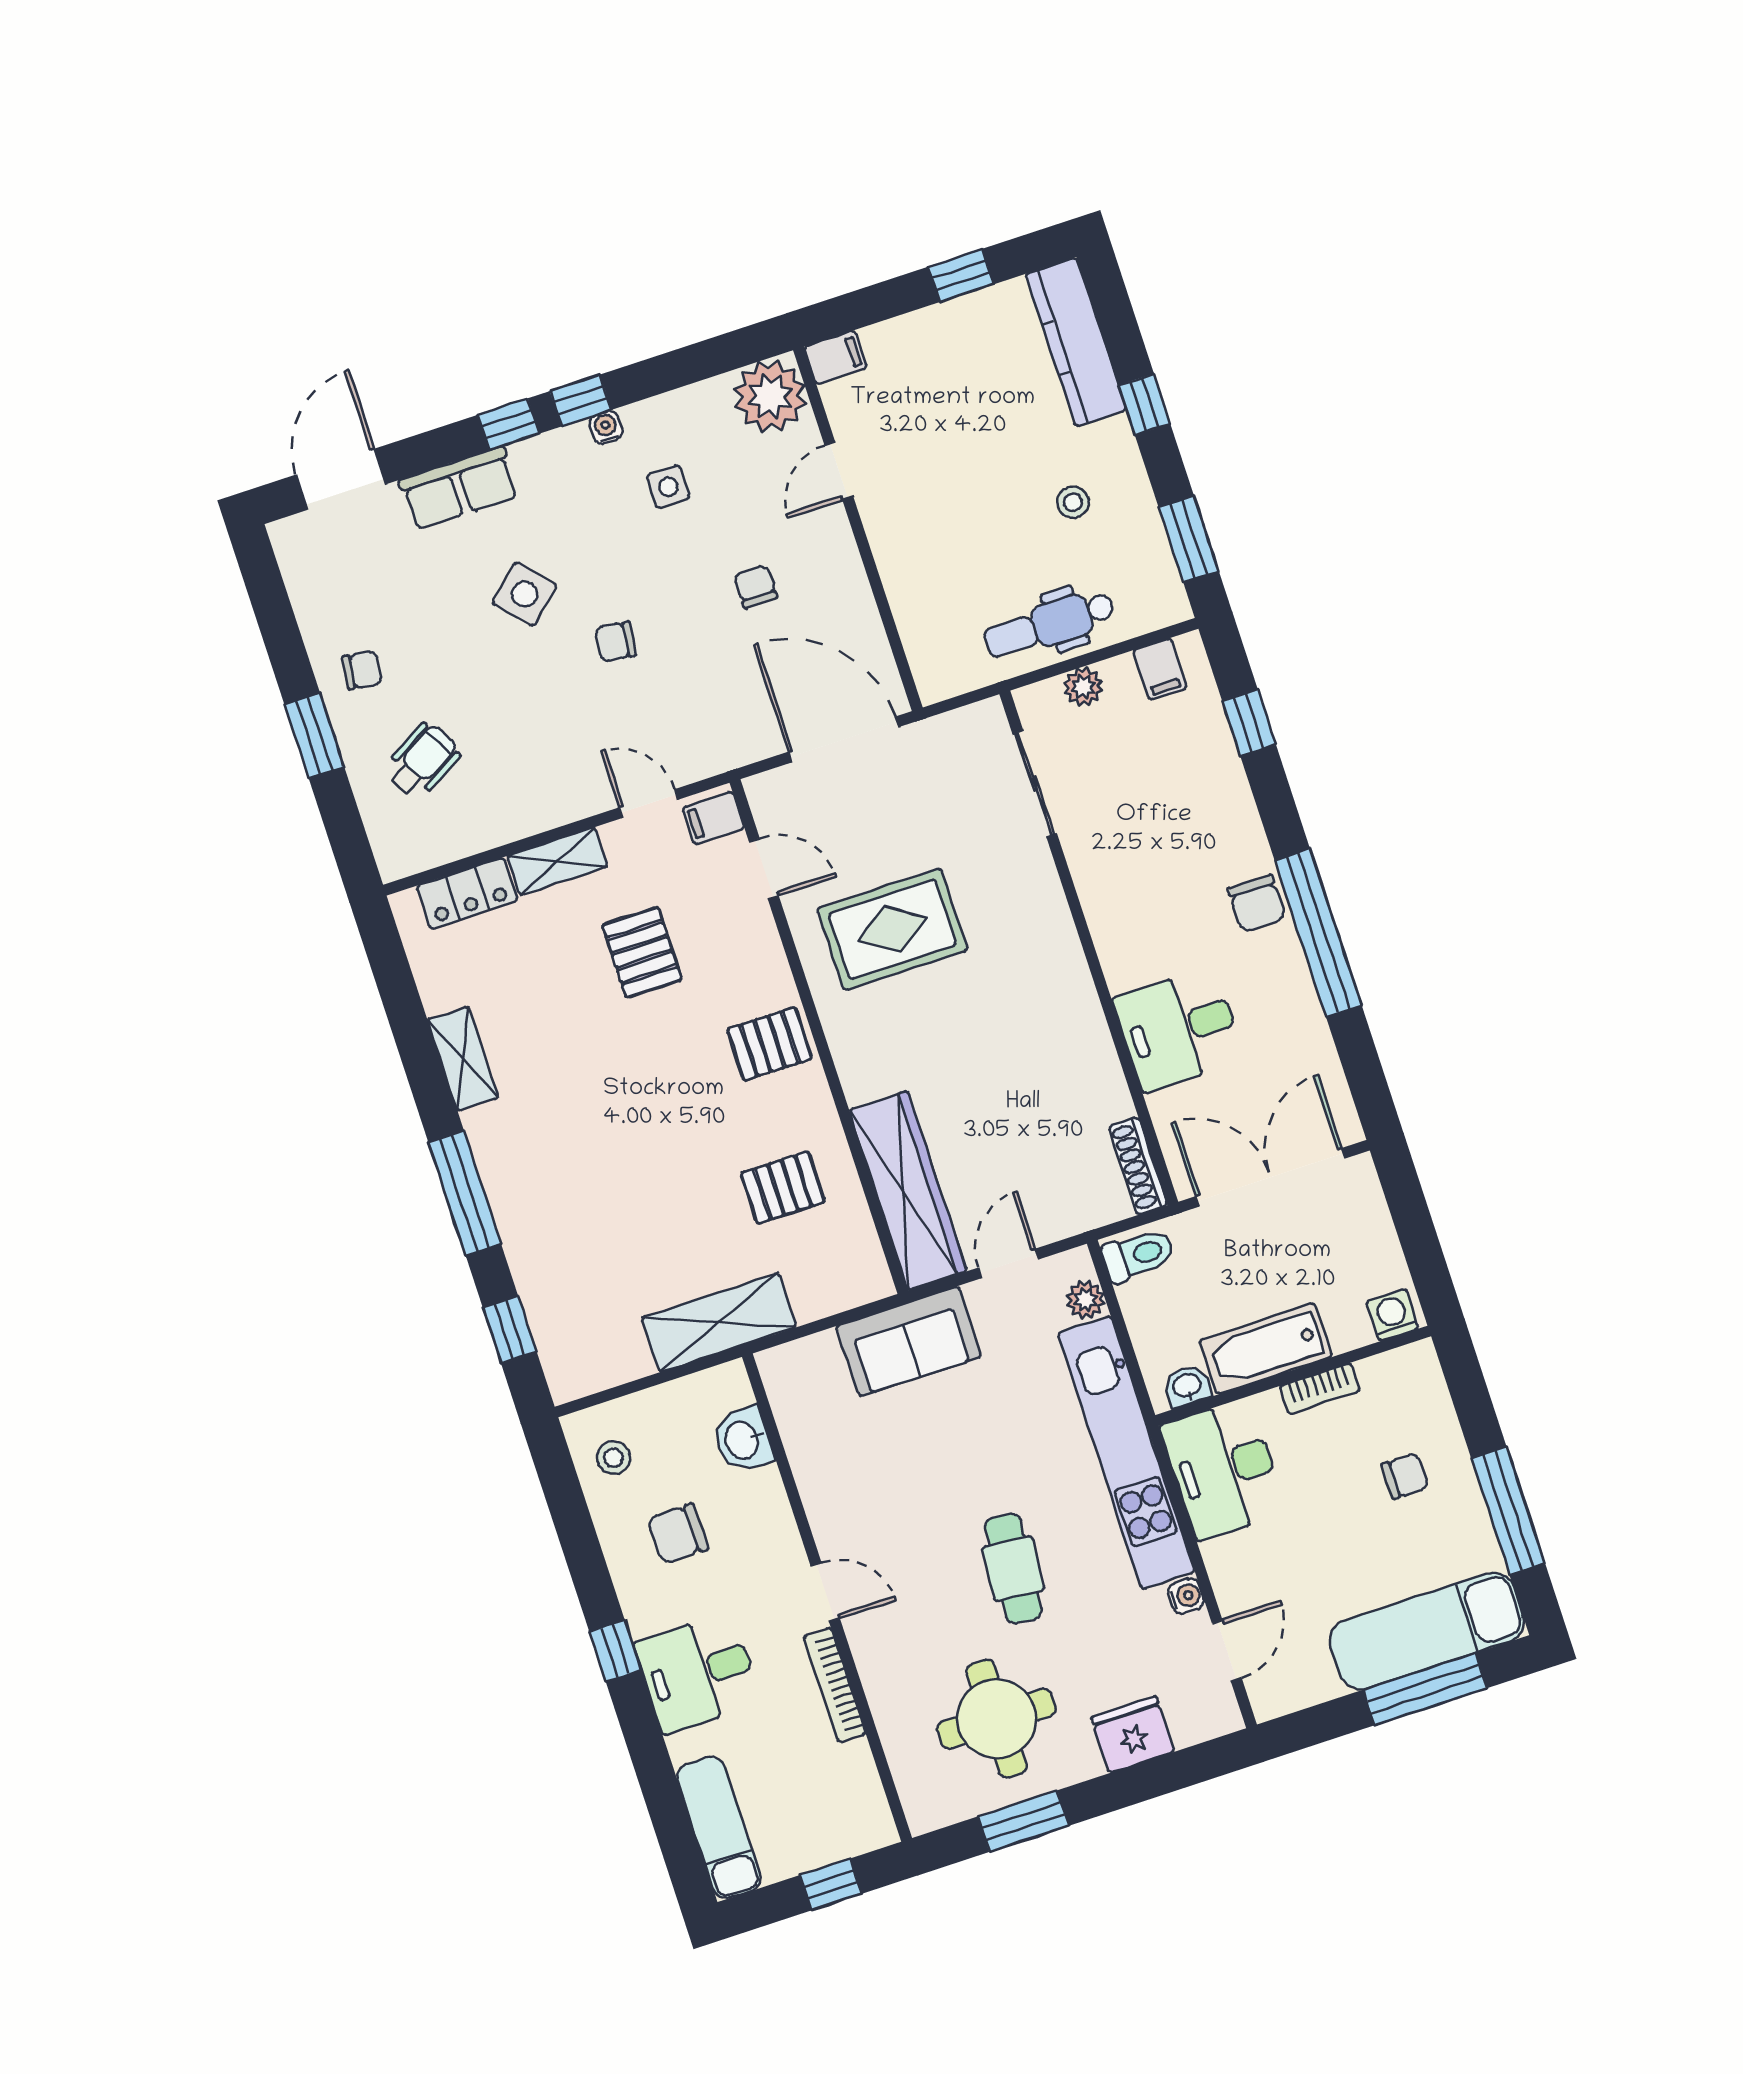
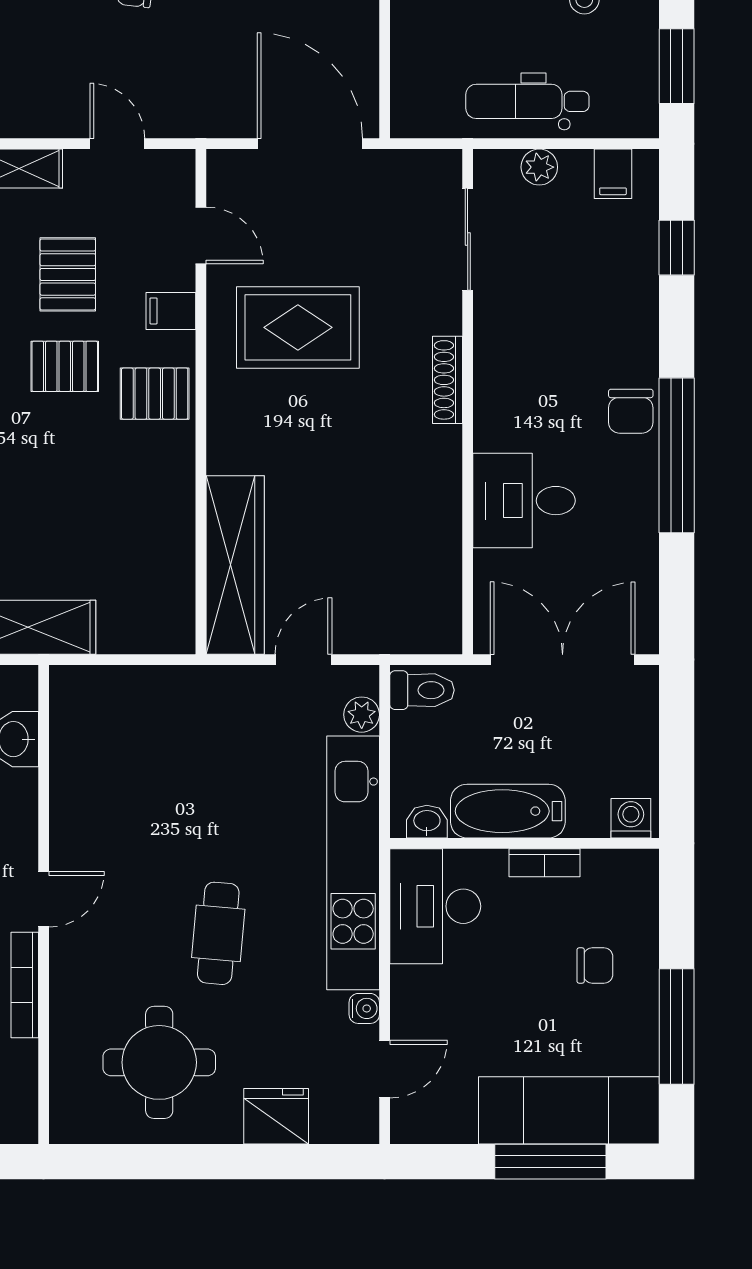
filing cabinet: (713, 818) -> (171, 311), moved
shoe rack: (1138, 1166) -> (448, 380), moved
pallet: (783, 1188) -> (65, 366), moved
sofa: (909, 1341) -> (192, 700), removed
door: (825, 1592) -> (44, 899), hinge flipped
window: (1023, 1821) -> (153, 1162), removed

